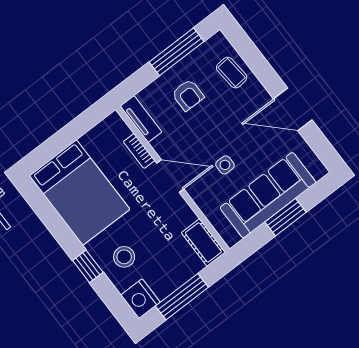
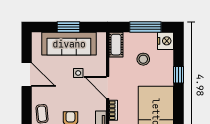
stool: (124, 257) -> (143, 59), moved

